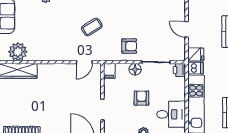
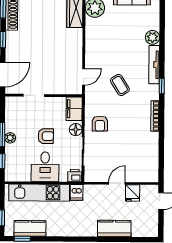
fridge: (196, 54) -> (133, 193), moved
door: (84, 62) -> (84, 77), swing flipped
filing cabinet: (109, 71) -> (74, 109), width x2.00
desk: (171, 114) -> (45, 167), moved

